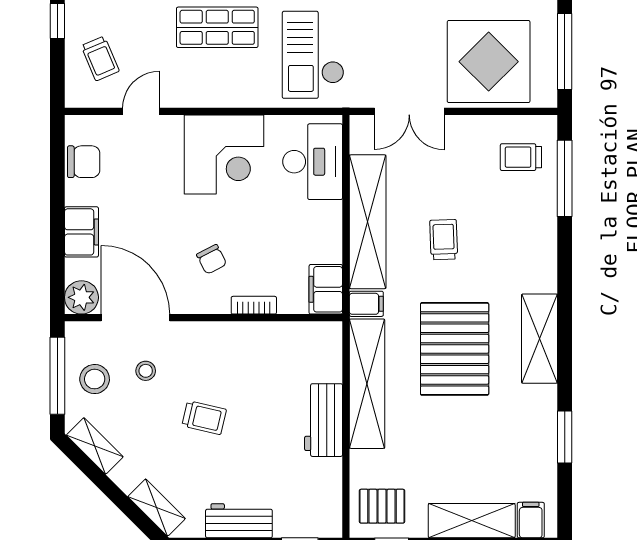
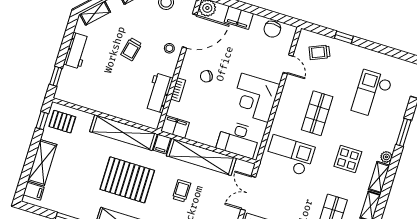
trolley: (444, 240) -> (182, 191), turned -88
stool: (146, 371) -> (169, 48), moved
workbench: (324, 420) -> (159, 93), moved, turned -90
pallet: (382, 506) -> (62, 122), turned 90

